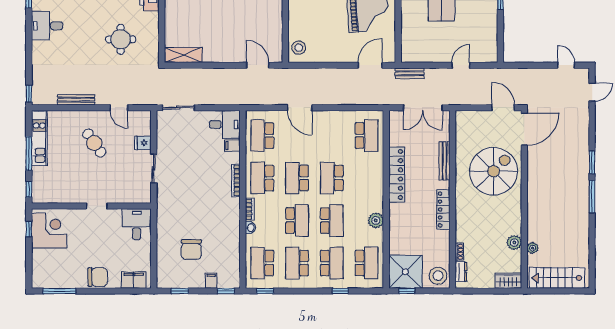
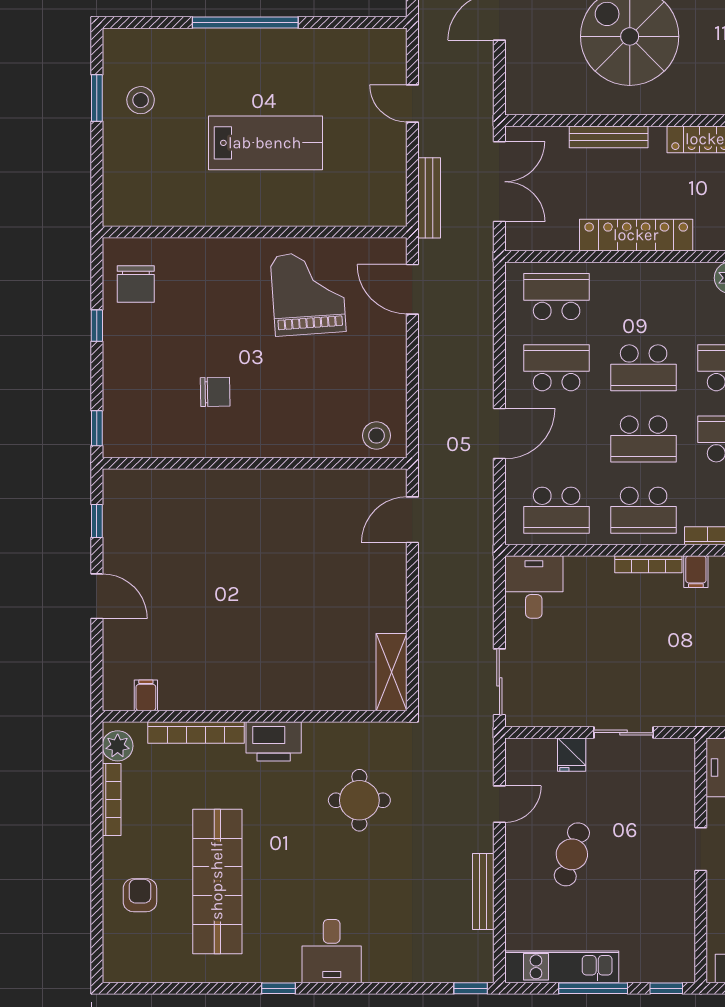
bench: (410, 73) -> (429, 198), width x1.36
school desk: (332, 136) -> (557, 368), added
cafe table: (94, 143) -> (572, 854), turned -38
filing cabinet: (232, 146) -> (696, 572), moved

